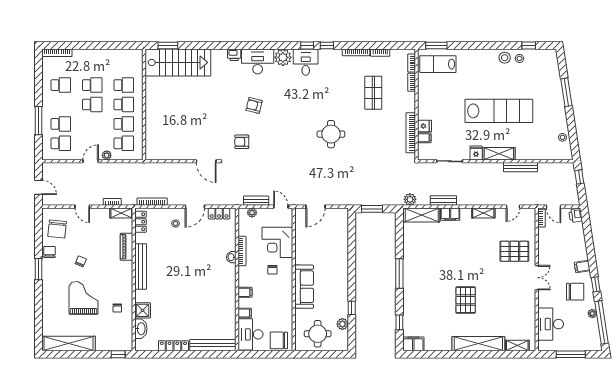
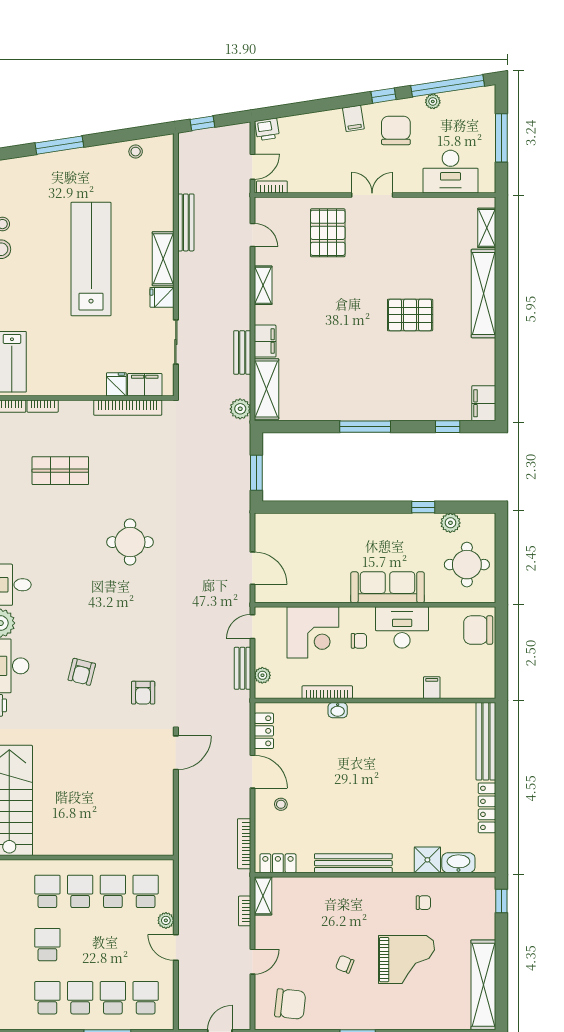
school desk: (92, 104) -> (80, 998), moved
filing cabinet: (424, 138) -> (145, 385), width x2.00
piano: (127, 247) -> (320, 887), removed
chair: (49, 252) -> (329, 1017), removed
filing cabinet: (245, 292) -> (397, 687), removed
grand piano: (83, 298) -> (406, 960), turned 180
desk: (250, 334) -> (402, 627), moved, turned 180
chair: (279, 340) -> (478, 630), turned 90

